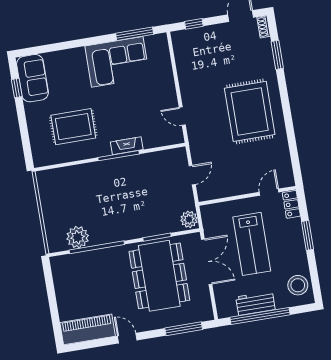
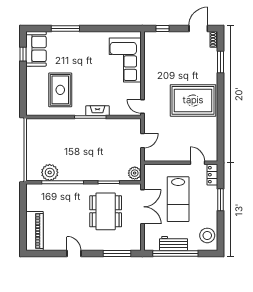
window: (135, 34) -> (65, 29), moved
corner sofa: (117, 62) -> (125, 60), moved, turned 90
rug: (250, 111) -> (193, 100), turned 90
door: (182, 116) -> (142, 106), moved
rug: (73, 127) -> (60, 90), turned 90
door: (269, 192) -> (197, 163), hinge flipped
dining table: (159, 276) -> (106, 211), width x0.73, depth x0.80
piano: (88, 329) -> (35, 231), moved, turned 90

